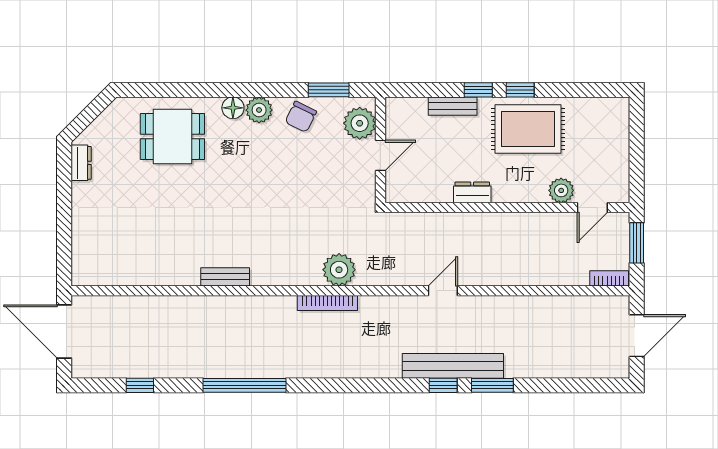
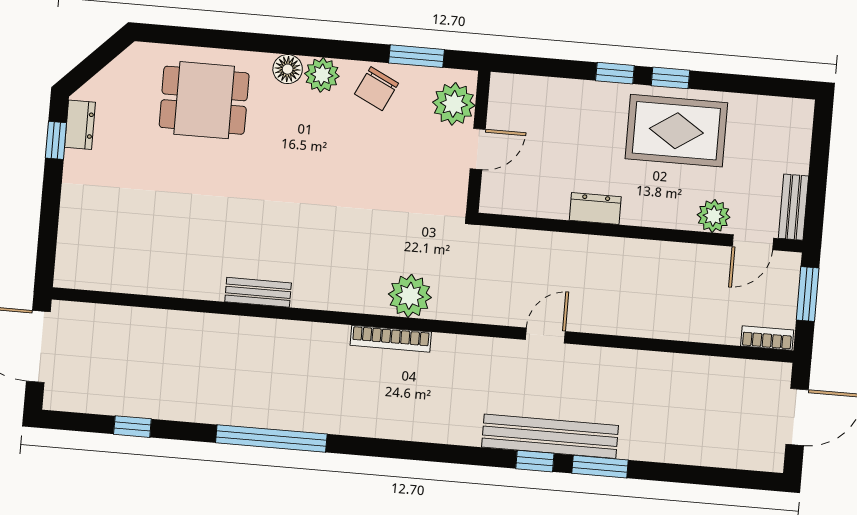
bench: (453, 106) -> (793, 207), moved, turned 90
window: (64, 176) -> (56, 140), added

